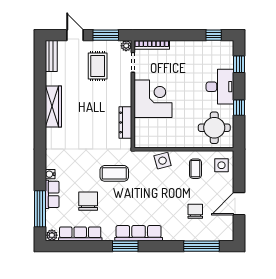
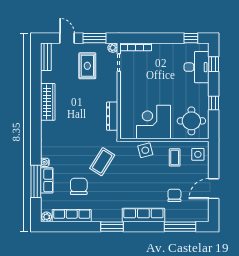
desk: (220, 87) -> (197, 67), moved
corner desk: (153, 99) -> (154, 122), moved, turned -90
coffee table: (114, 173) -> (102, 162), turned -58
window: (40, 209) -> (36, 181), moved
row of seats: (139, 233) -> (143, 215), moved

